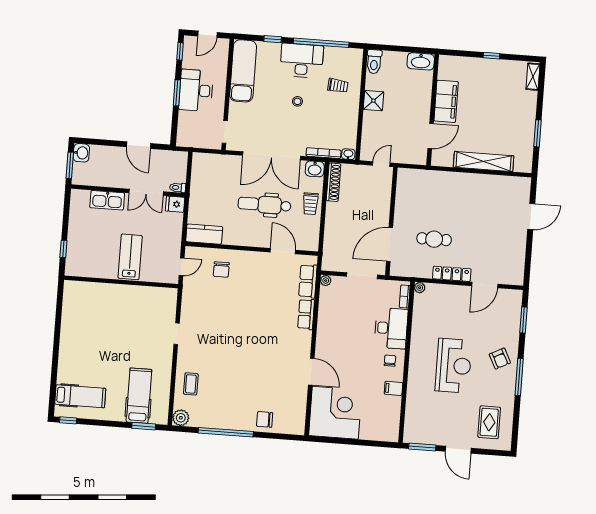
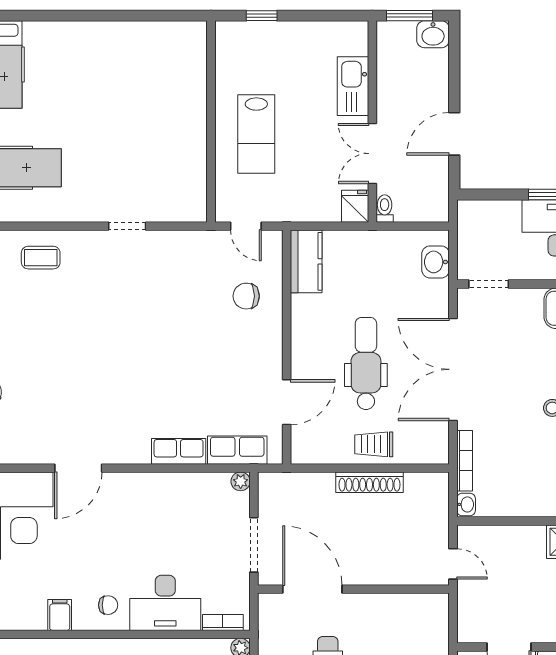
washbasin: (315, 169) -> (436, 262), moved
shoe rack: (334, 182) -> (369, 482), moved
lab bench: (130, 257) -> (256, 134), turned 90

